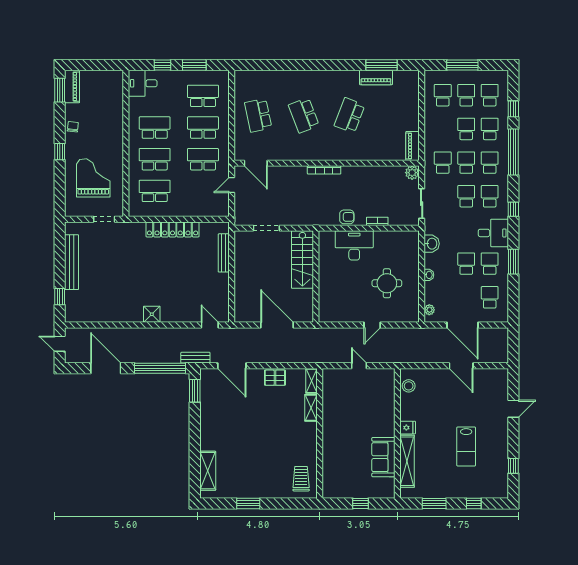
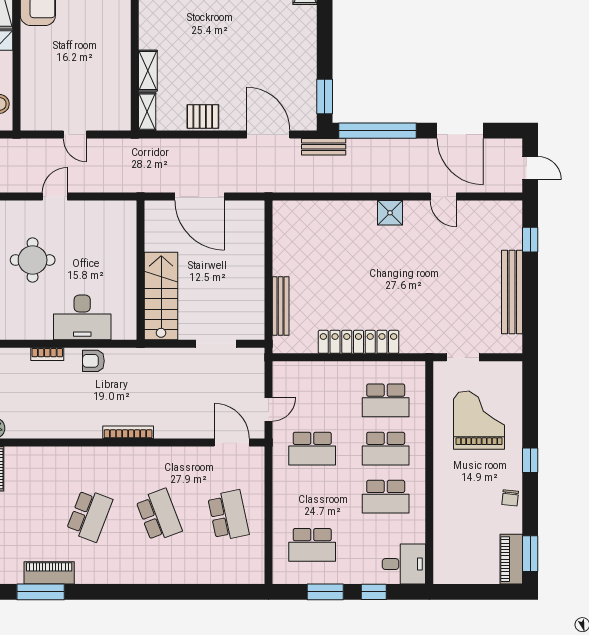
school desk: (203, 128) -> (312, 497), removed
grand piano: (93, 178) -> (479, 420), turned 180
door: (210, 325) -> (443, 196), moved

